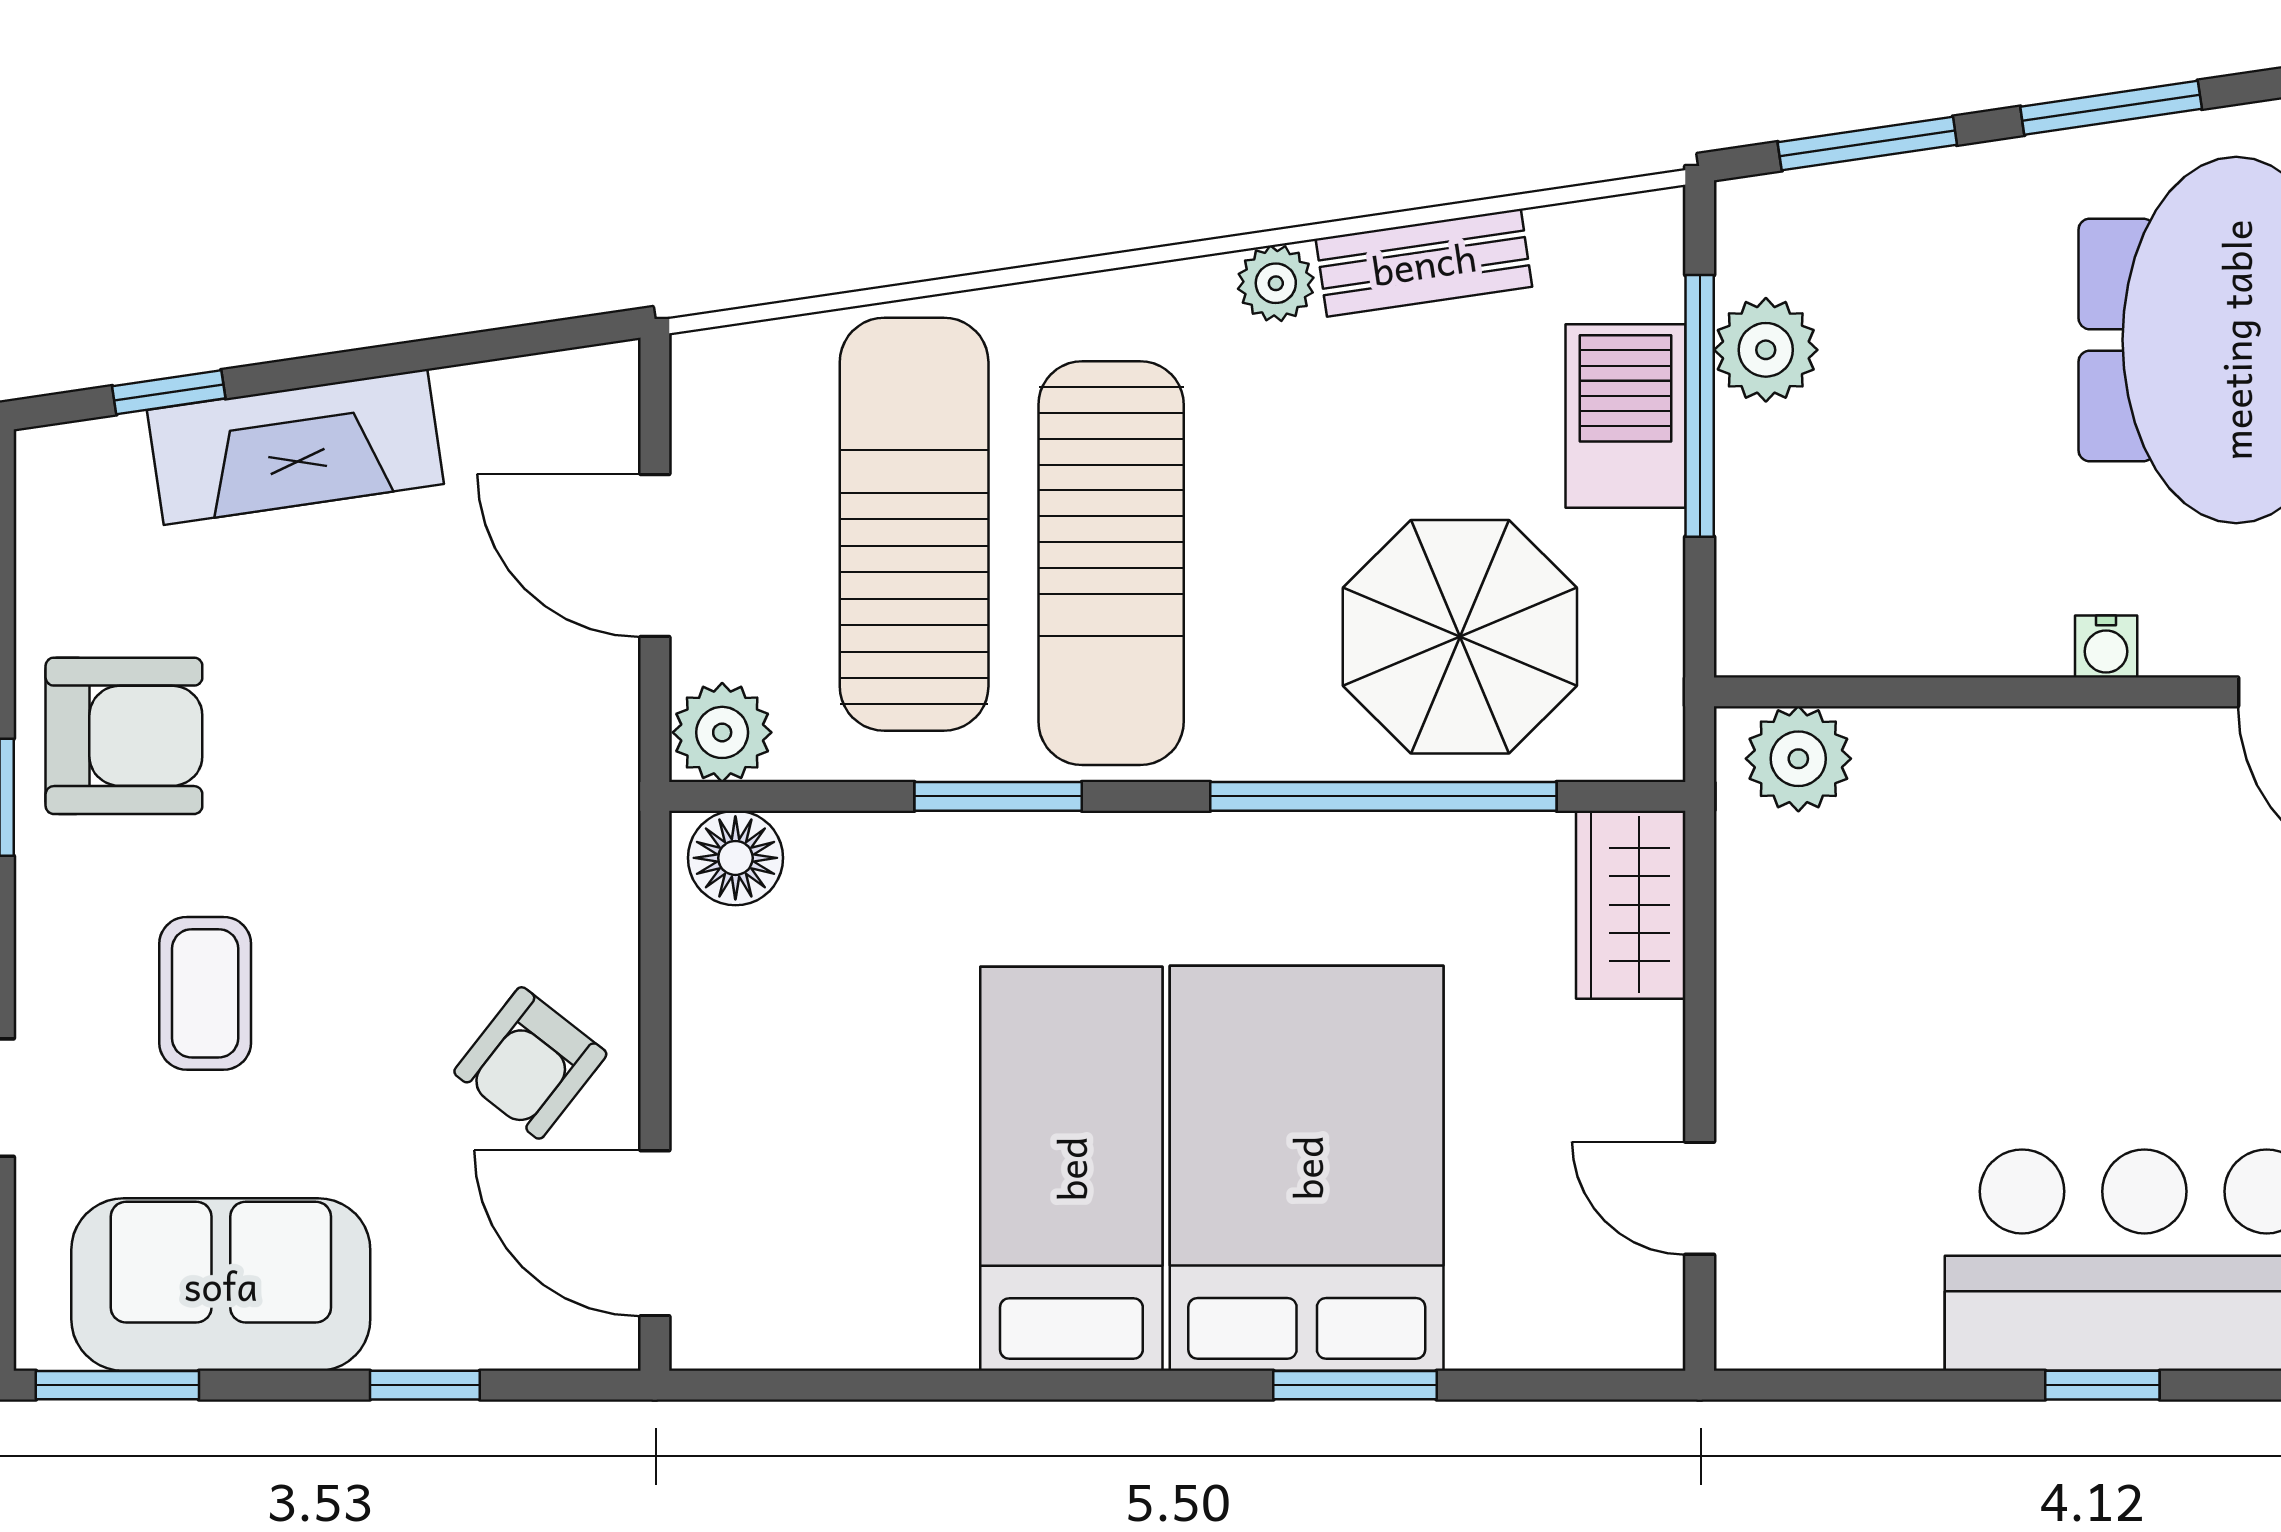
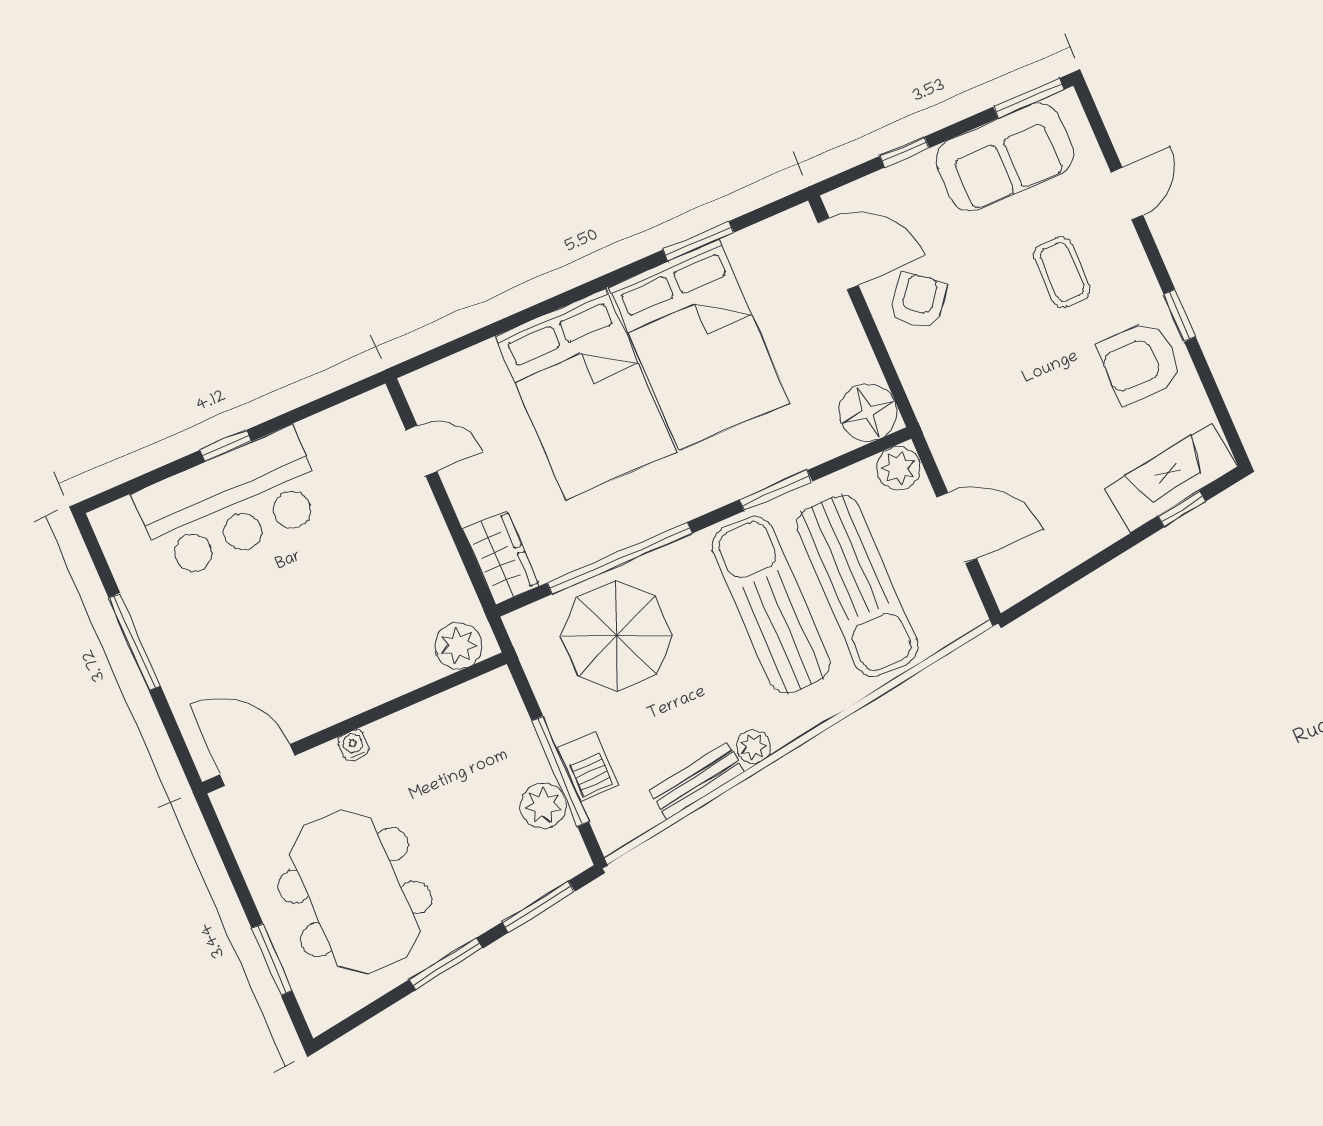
barbecue: (1625, 416) -> (588, 767), width x0.73, depth x0.79
fireplace: (295, 447) -> (1171, 478), moved
floor lamp: (735, 858) -> (868, 412), width x1.38, depth x1.38
bed: (1071, 1169) -> (699, 345), width x1.50
window: (1355, 1385) -> (698, 241), moved

